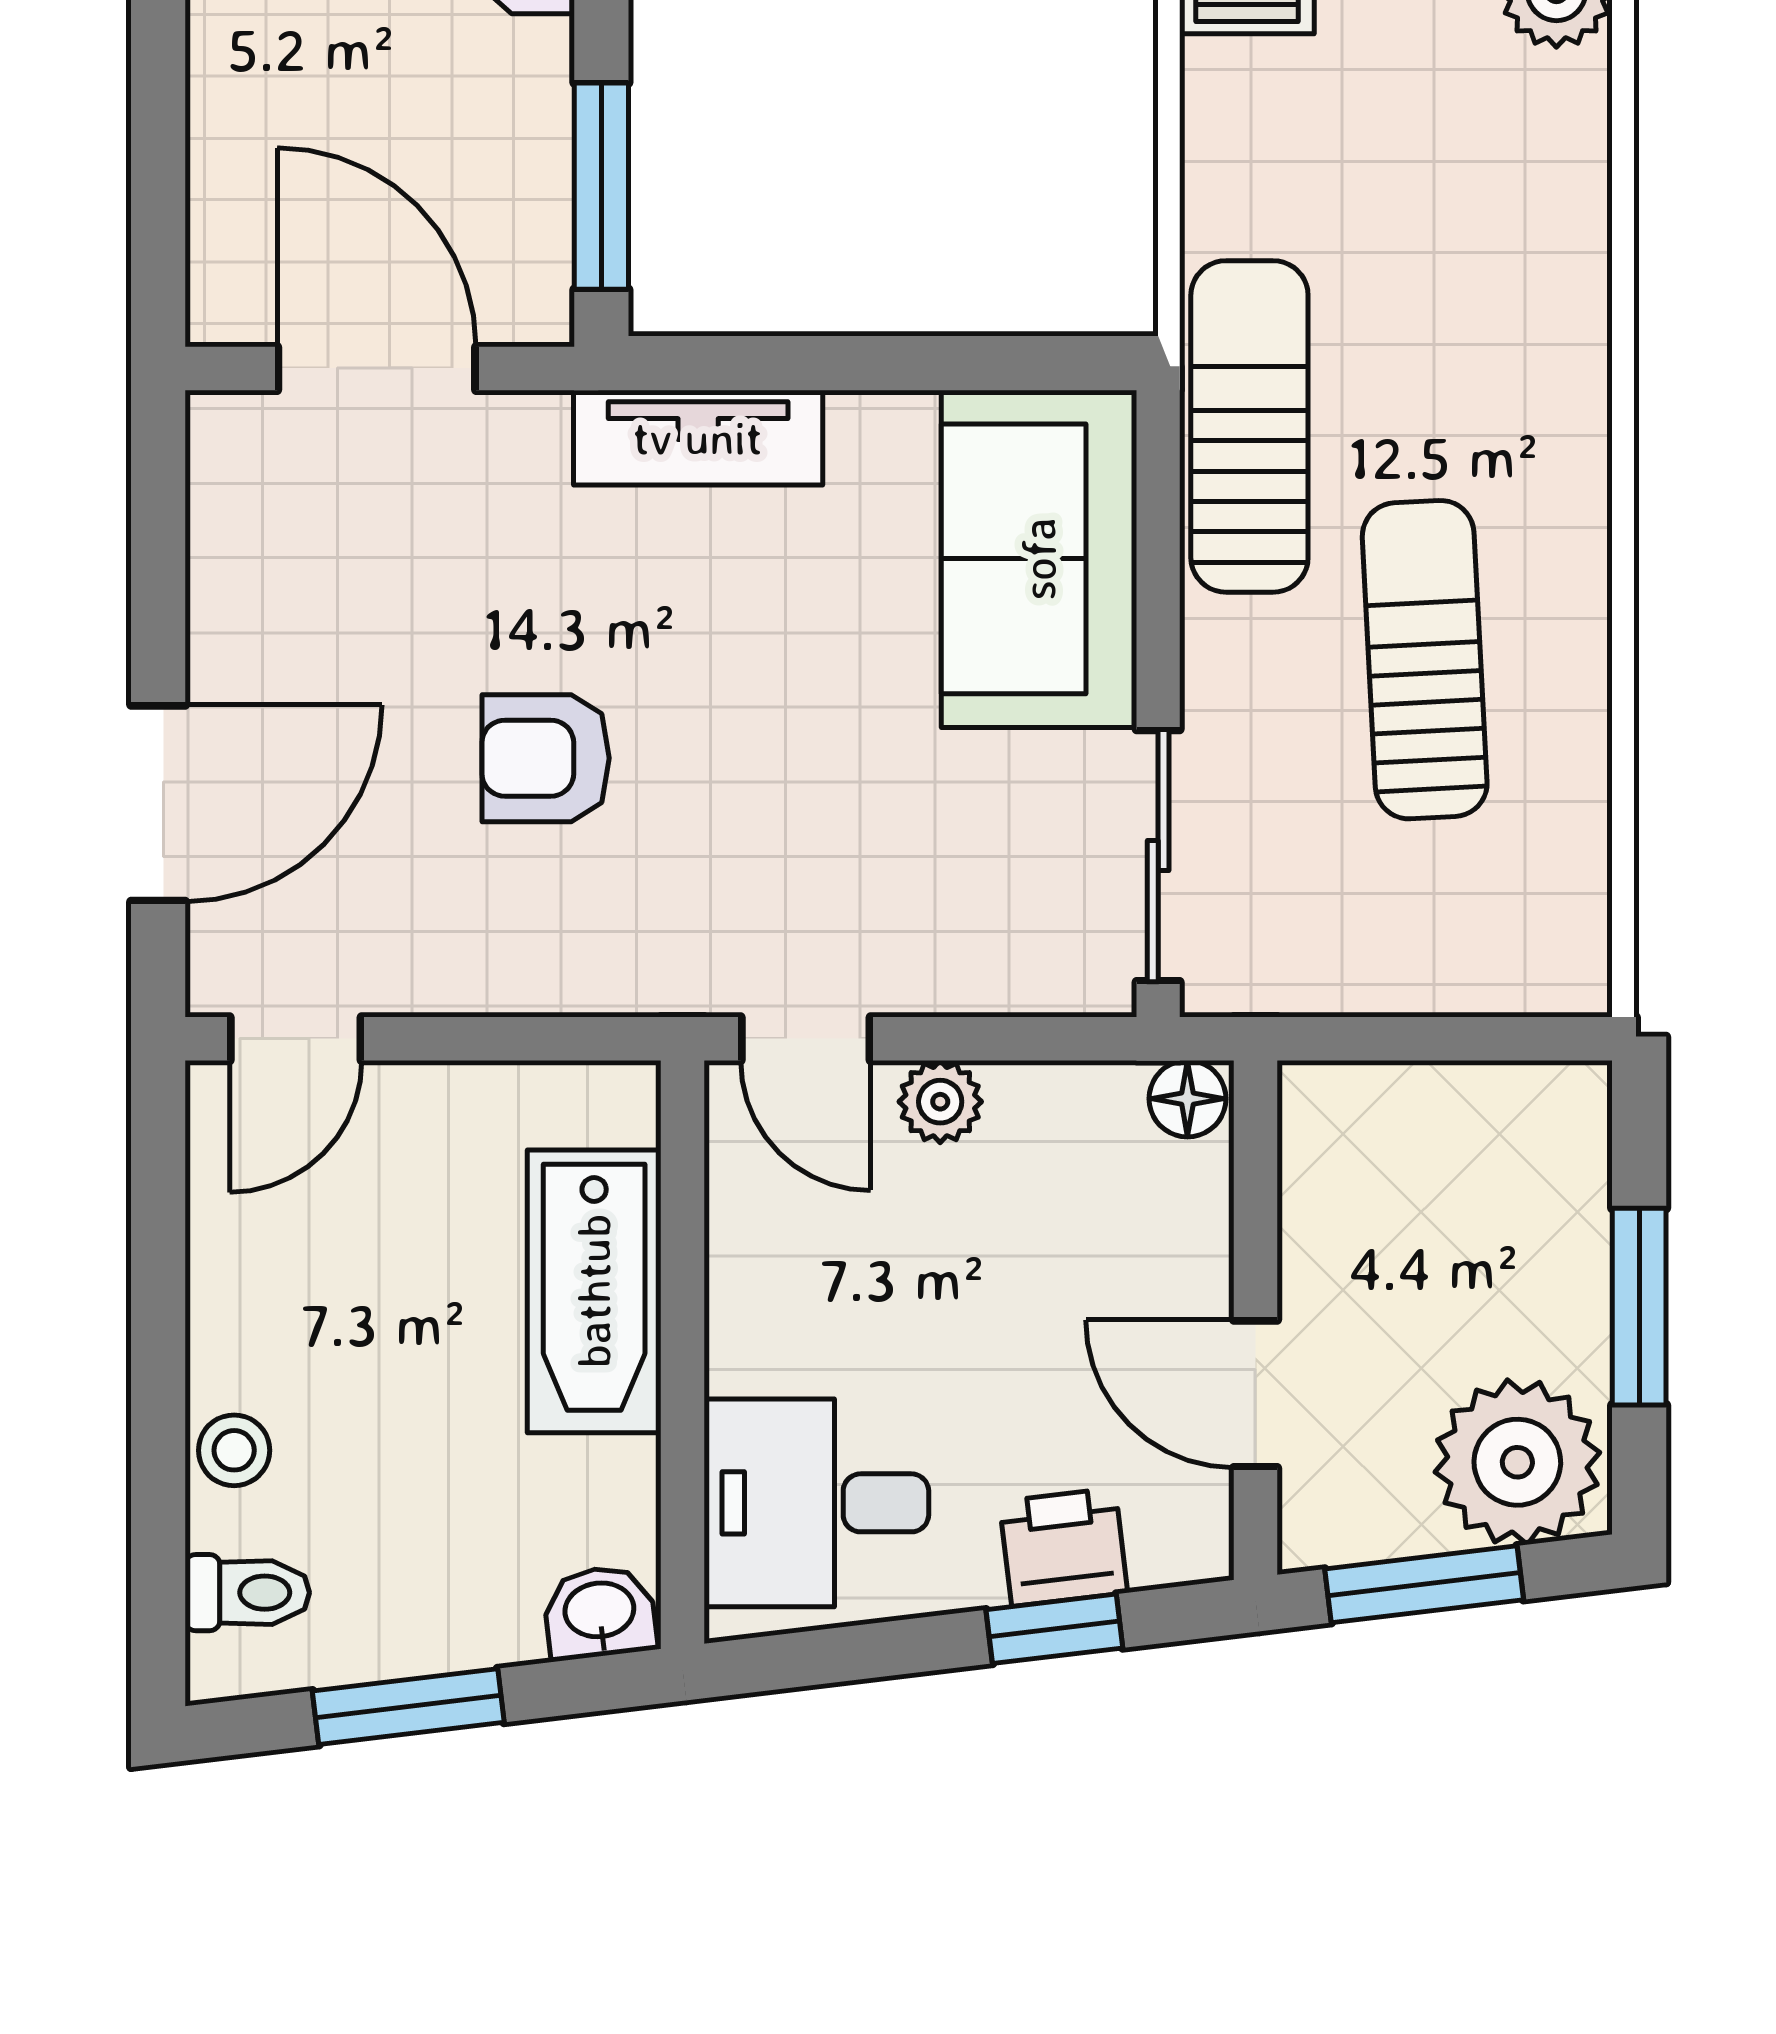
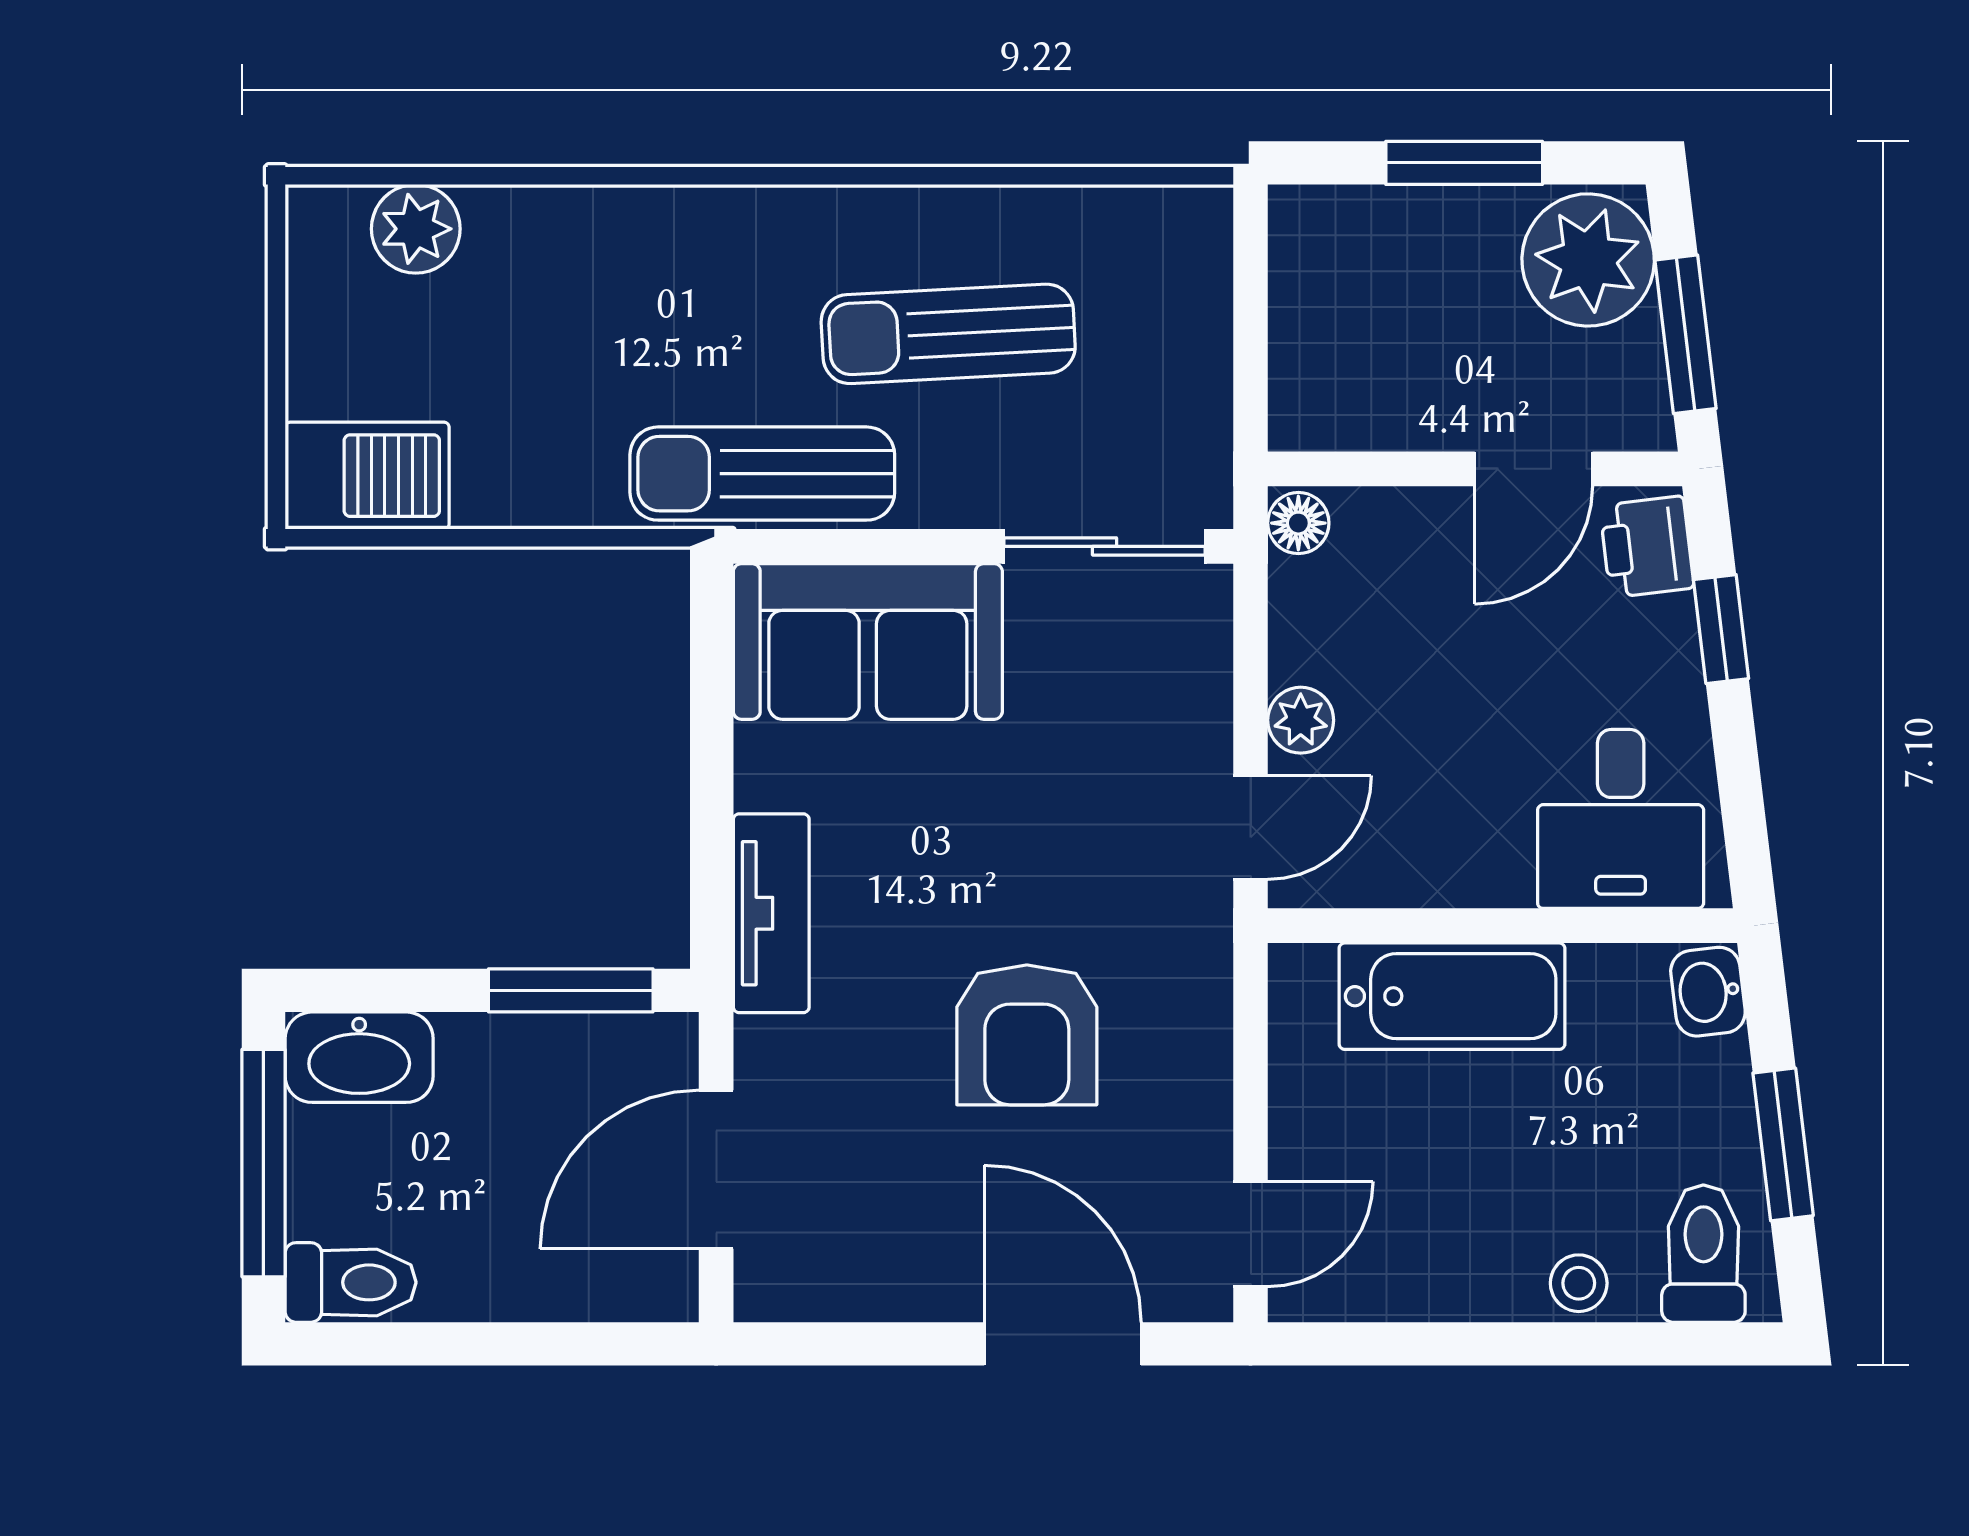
armchair: (546, 758) -> (1027, 1035), width x1.38, depth x1.38
door: (296, 1039) -> (1251, 1234), hinge flipped
printer: (1063, 1547) -> (1647, 547), moved
toilet: (247, 1593) -> (1703, 1254), width x1.37, depth x1.39

